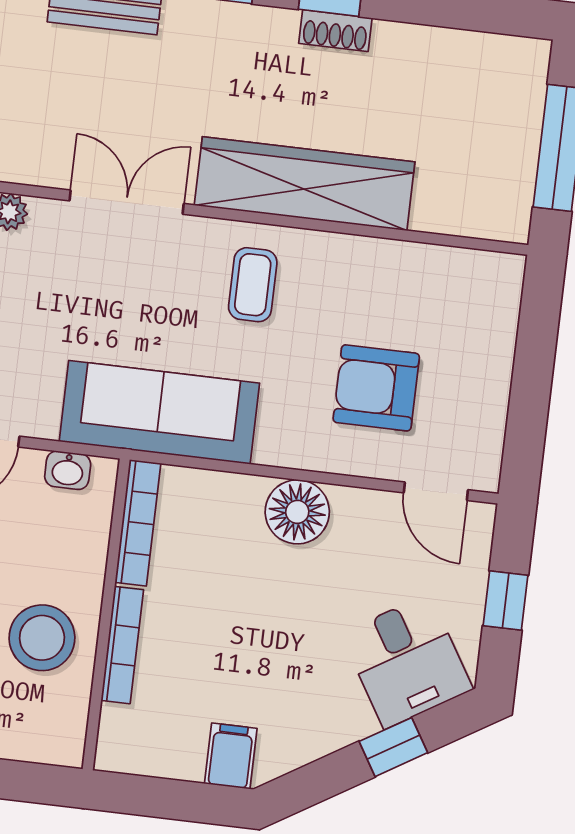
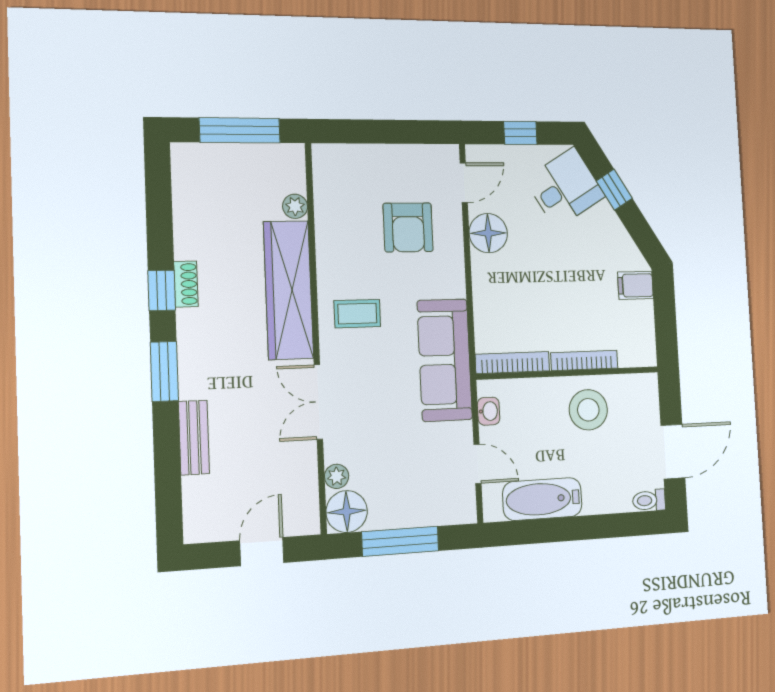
plant: (432, 214) -> (295, 206), added
floor lamp: (297, 512) -> (488, 233), moved

